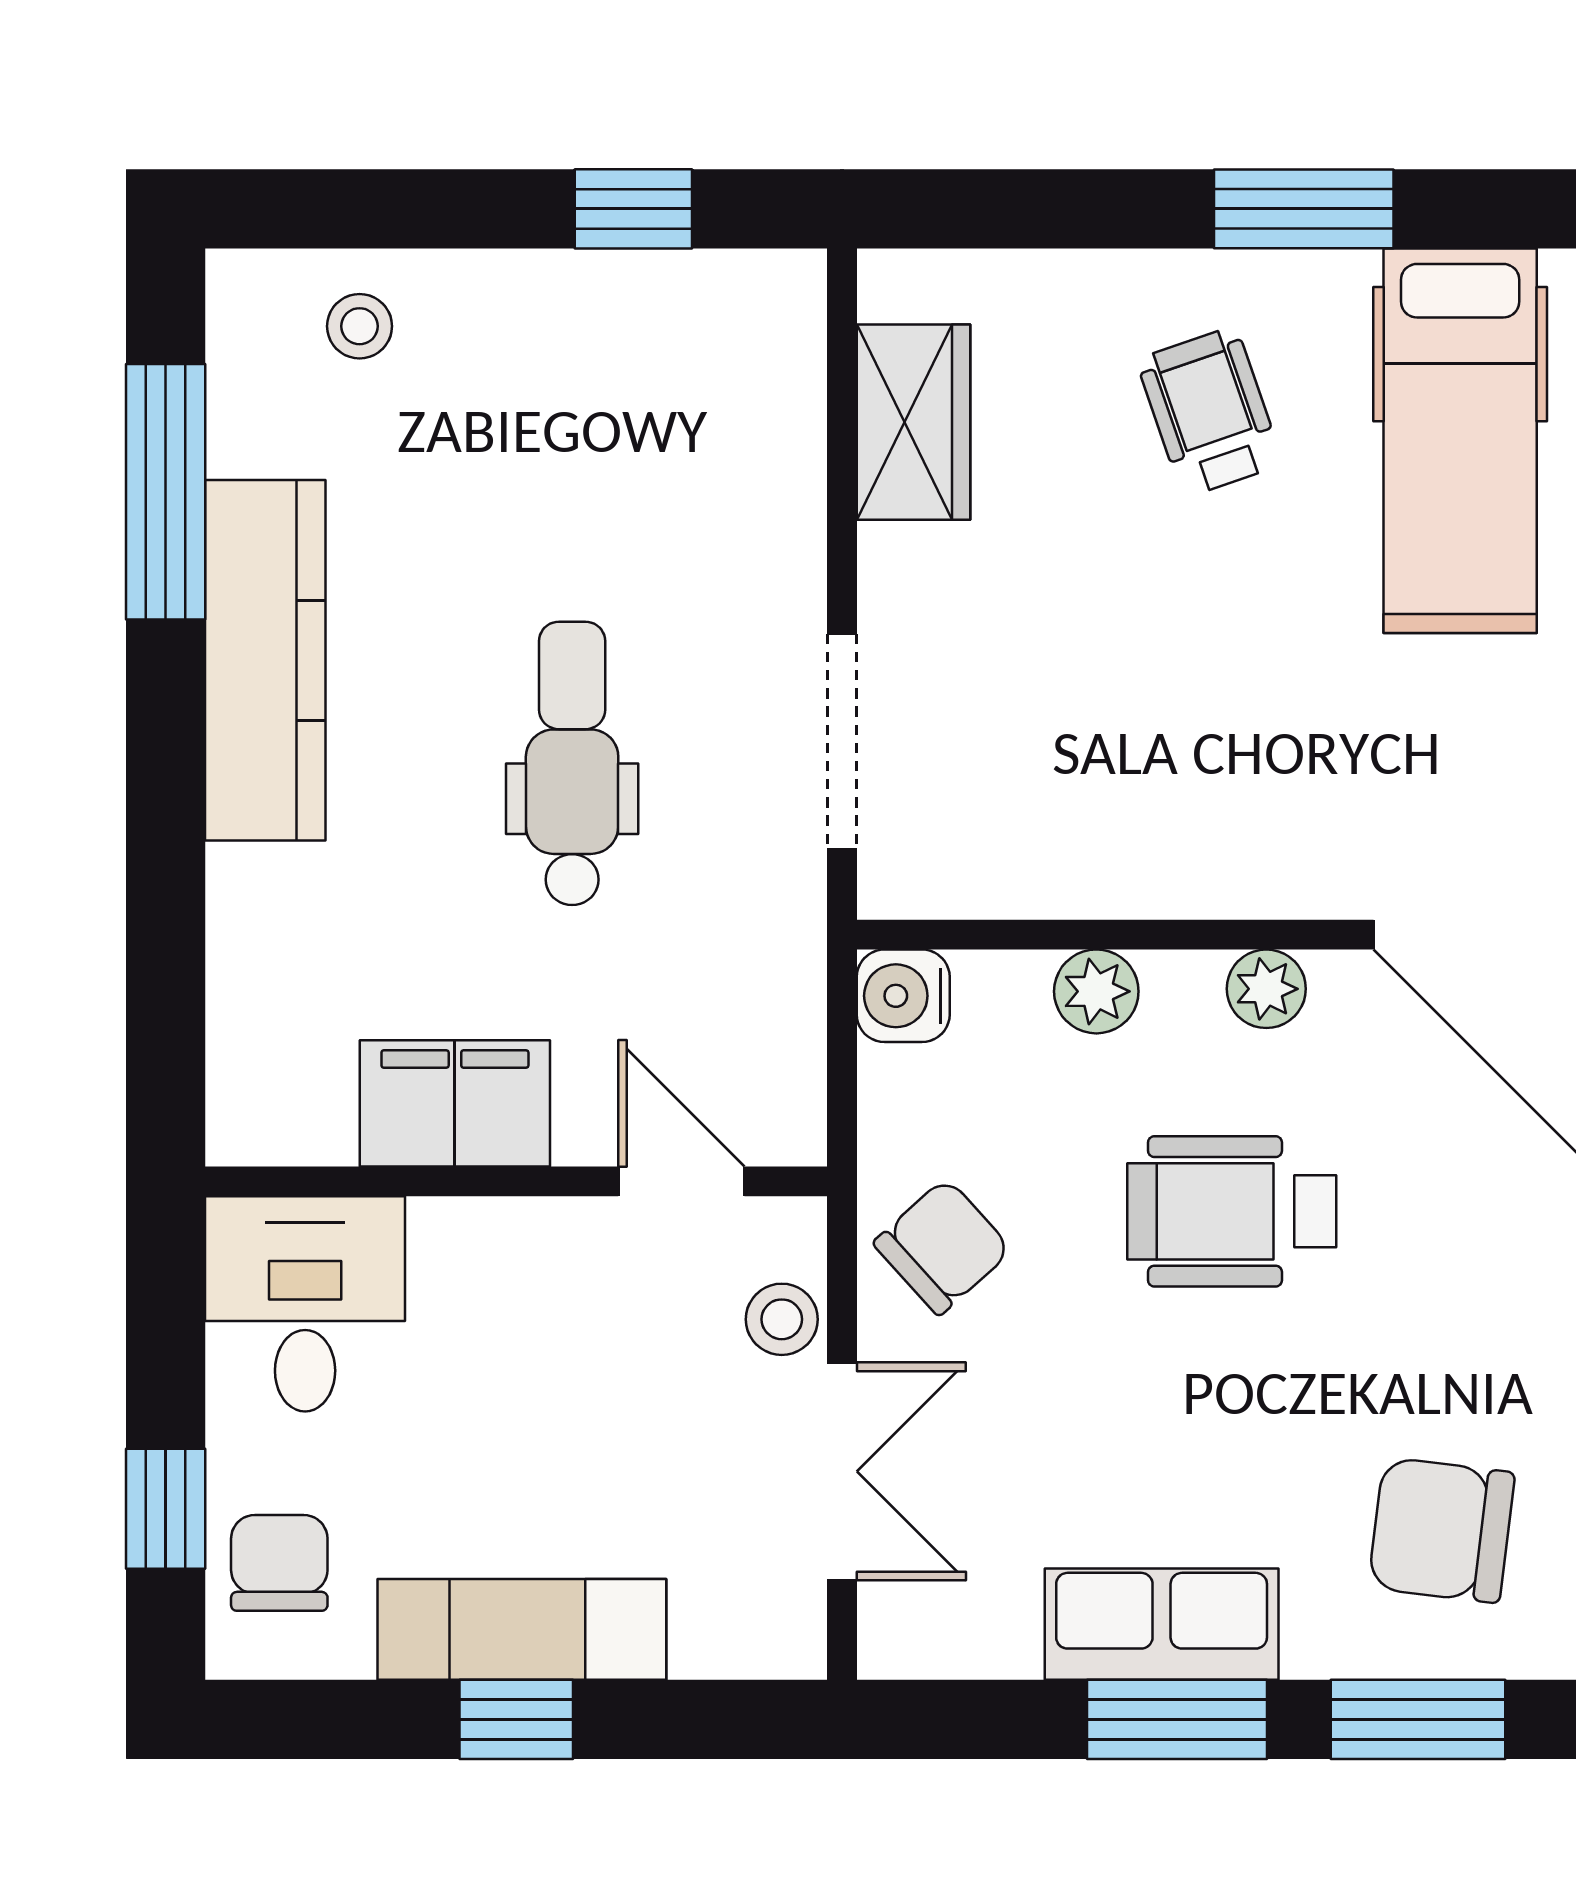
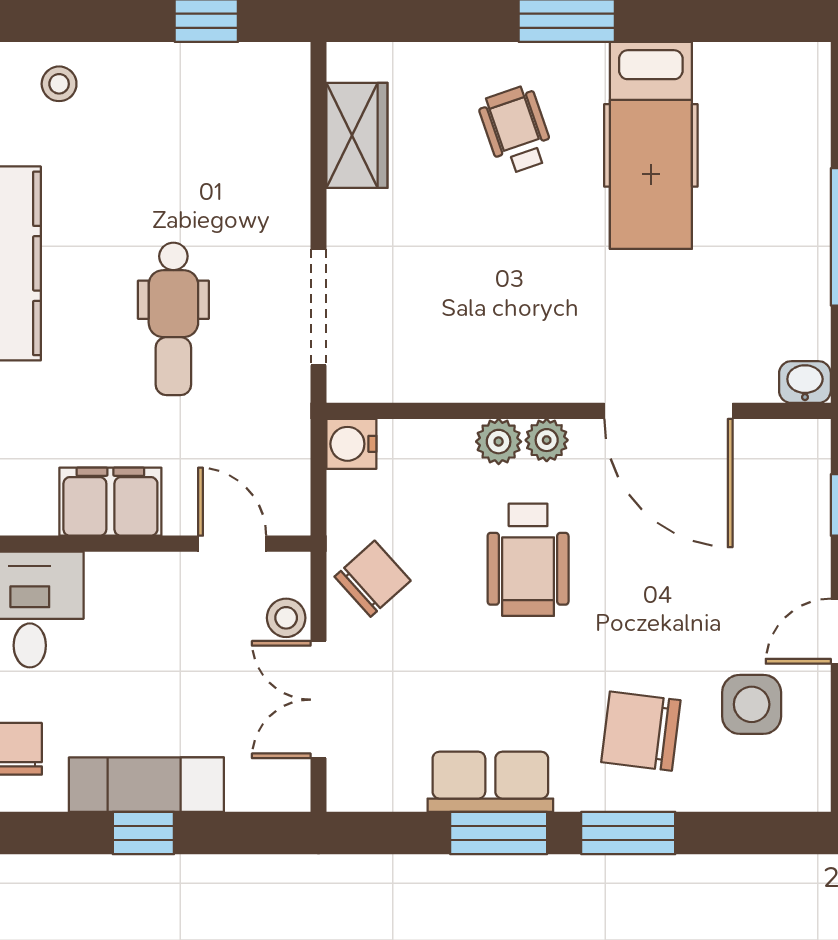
dental chair: (572, 763) -> (173, 319), turned 180
plant: (1096, 991) -> (499, 442), moved
wheelchair: (1232, 1211) -> (528, 560), turned -90
double door: (842, 1471) -> (319, 700), swing flipped

